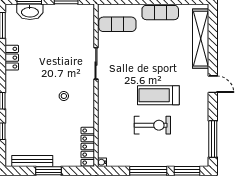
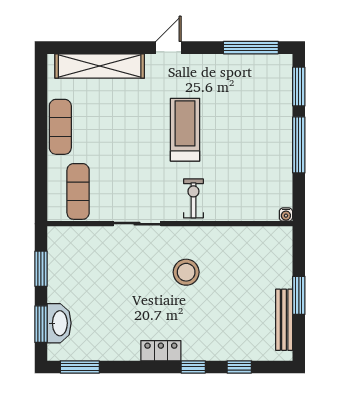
locker: (12, 58) -> (161, 351), moved
treadmill: (158, 95) -> (185, 130), turned 180
stool: (64, 96) -> (186, 272), width x1.89, depth x1.89
exercise bike: (152, 125) -> (193, 198), moved, width x0.73, depth x0.72
locker: (88, 147) -> (262, 236), removed

